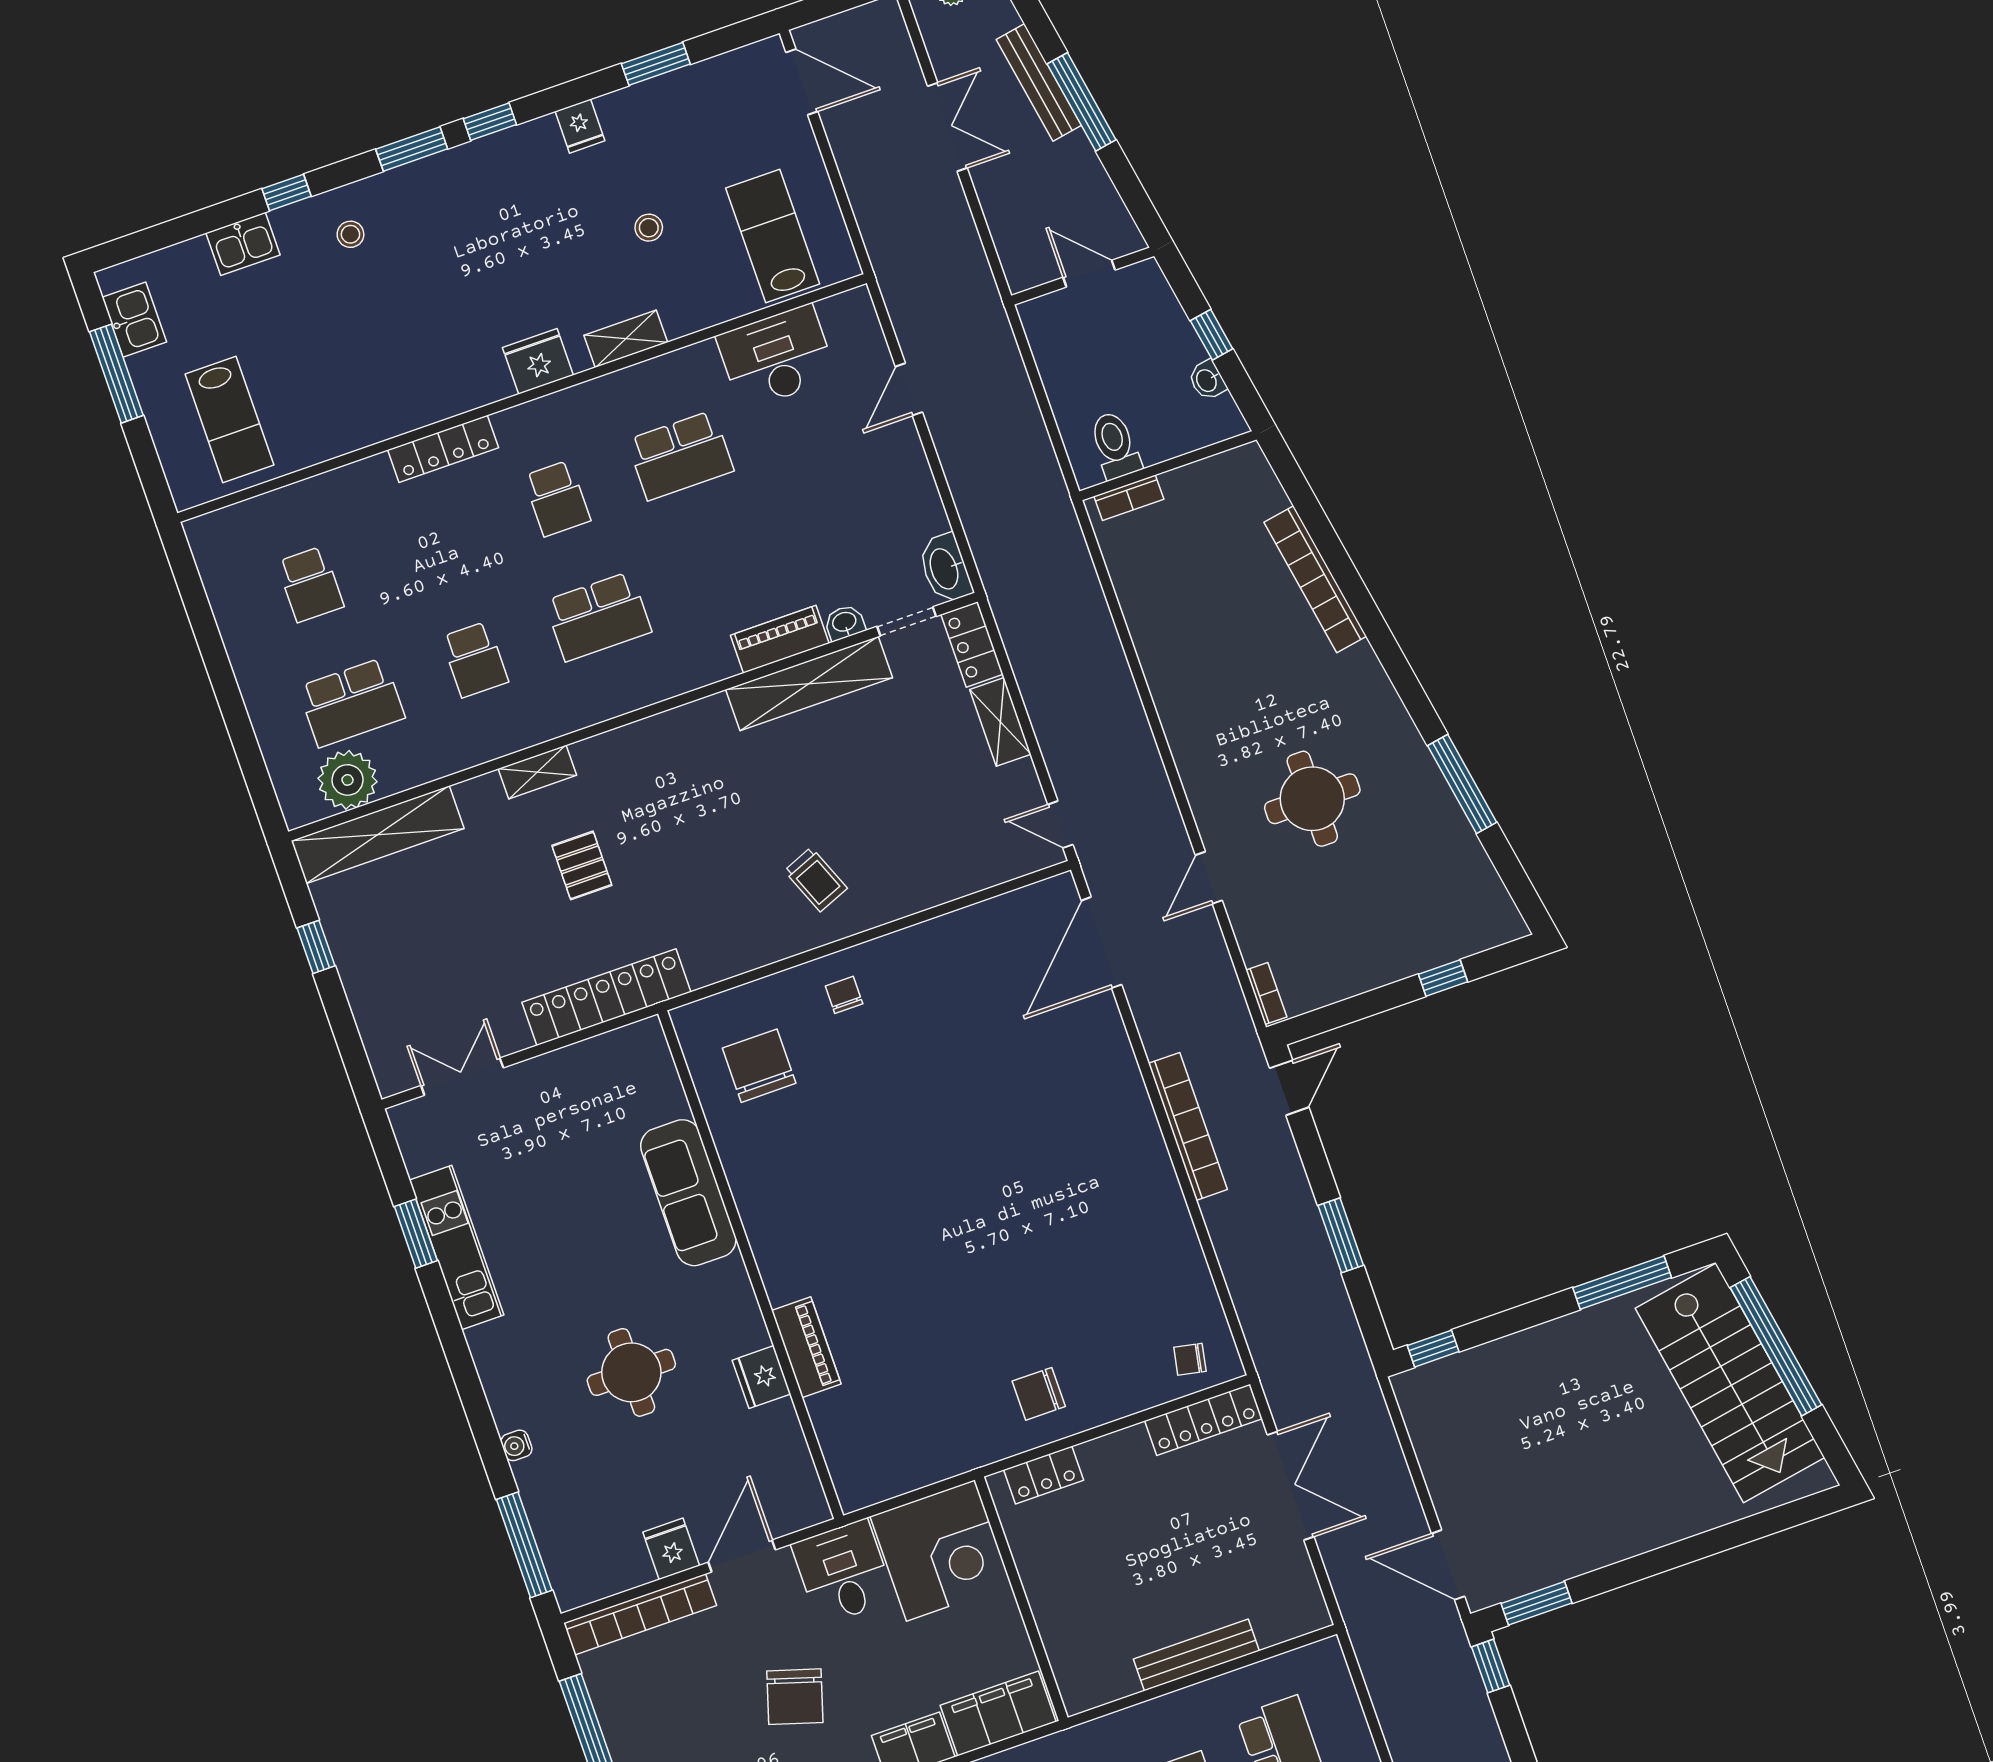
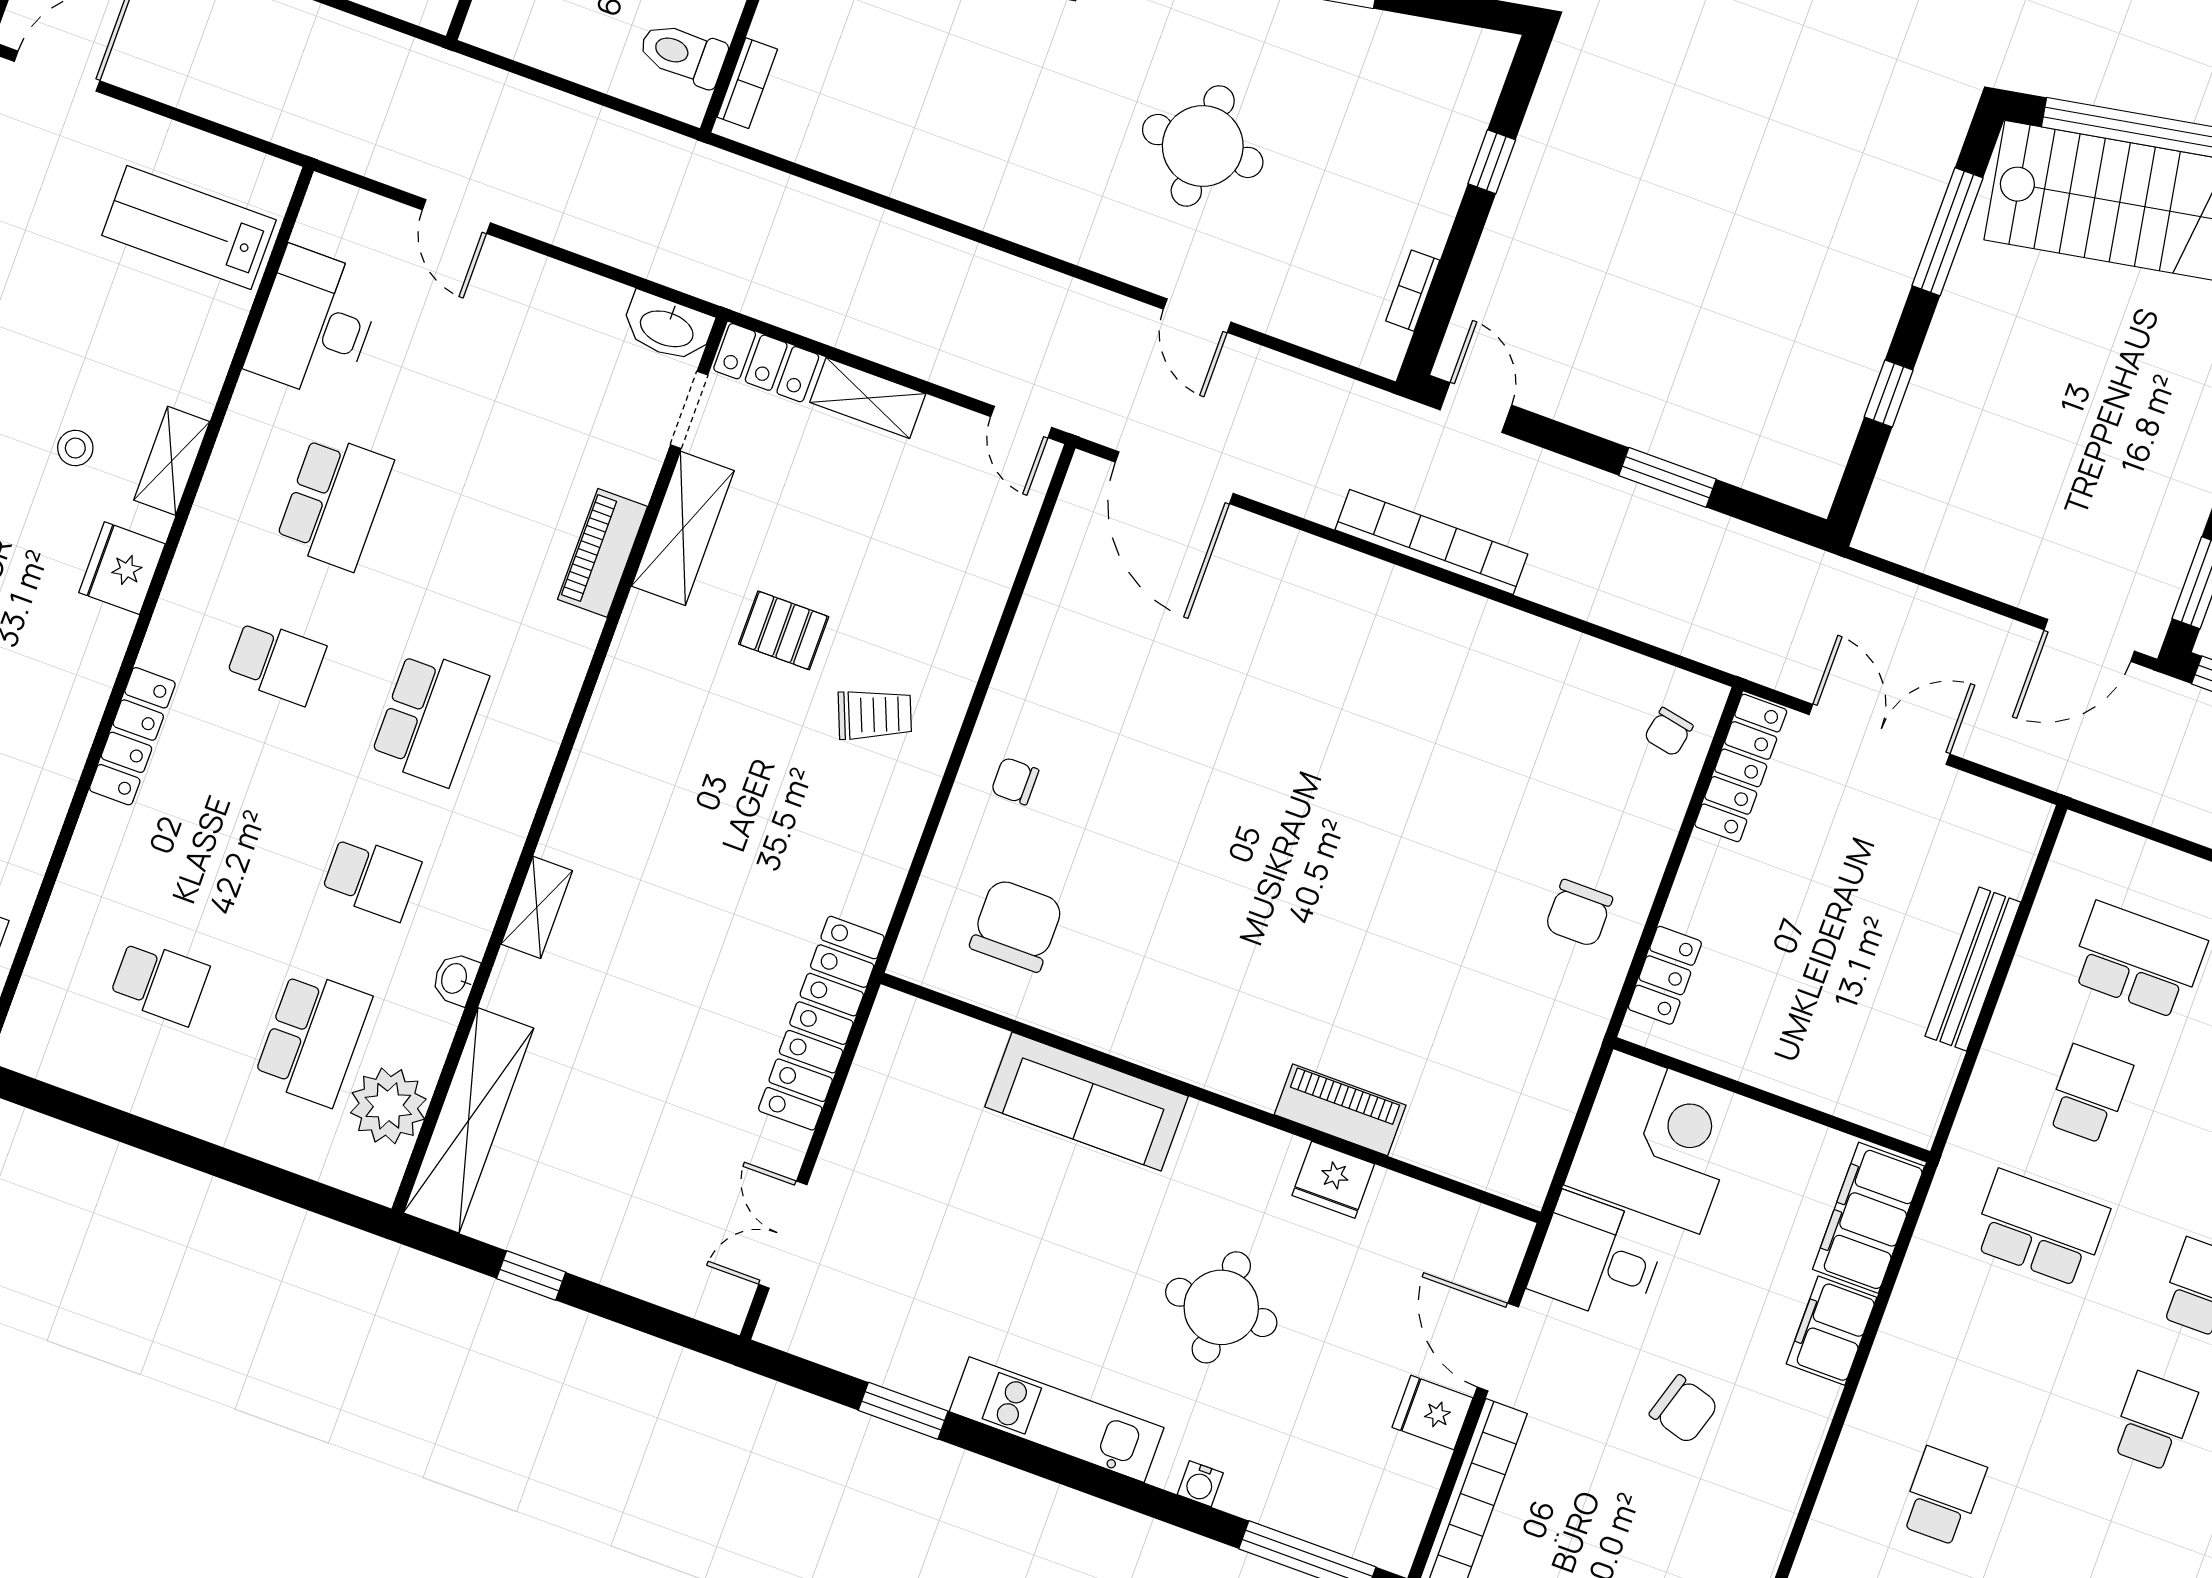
stool: (649, 228) -> (75, 448), moved
washbasin: (845, 623) -> (455, 979), moved
shelving: (809, 684) -> (683, 528), width x0.68
door: (1060, 825) -> (1021, 422), hinge flipped
pallet: (582, 865) -> (784, 630), moved
bookcase: (1266, 994) -> (1413, 291), moved, turned -90
chair: (759, 1066) -> (1016, 925), turned 90
kitchen unit: (457, 1248) -> (1057, 1420), moved
window: (1433, 1349) -> (1889, 394), moved
chair: (795, 1697) -> (1684, 1409), width x0.73, depth x0.73

